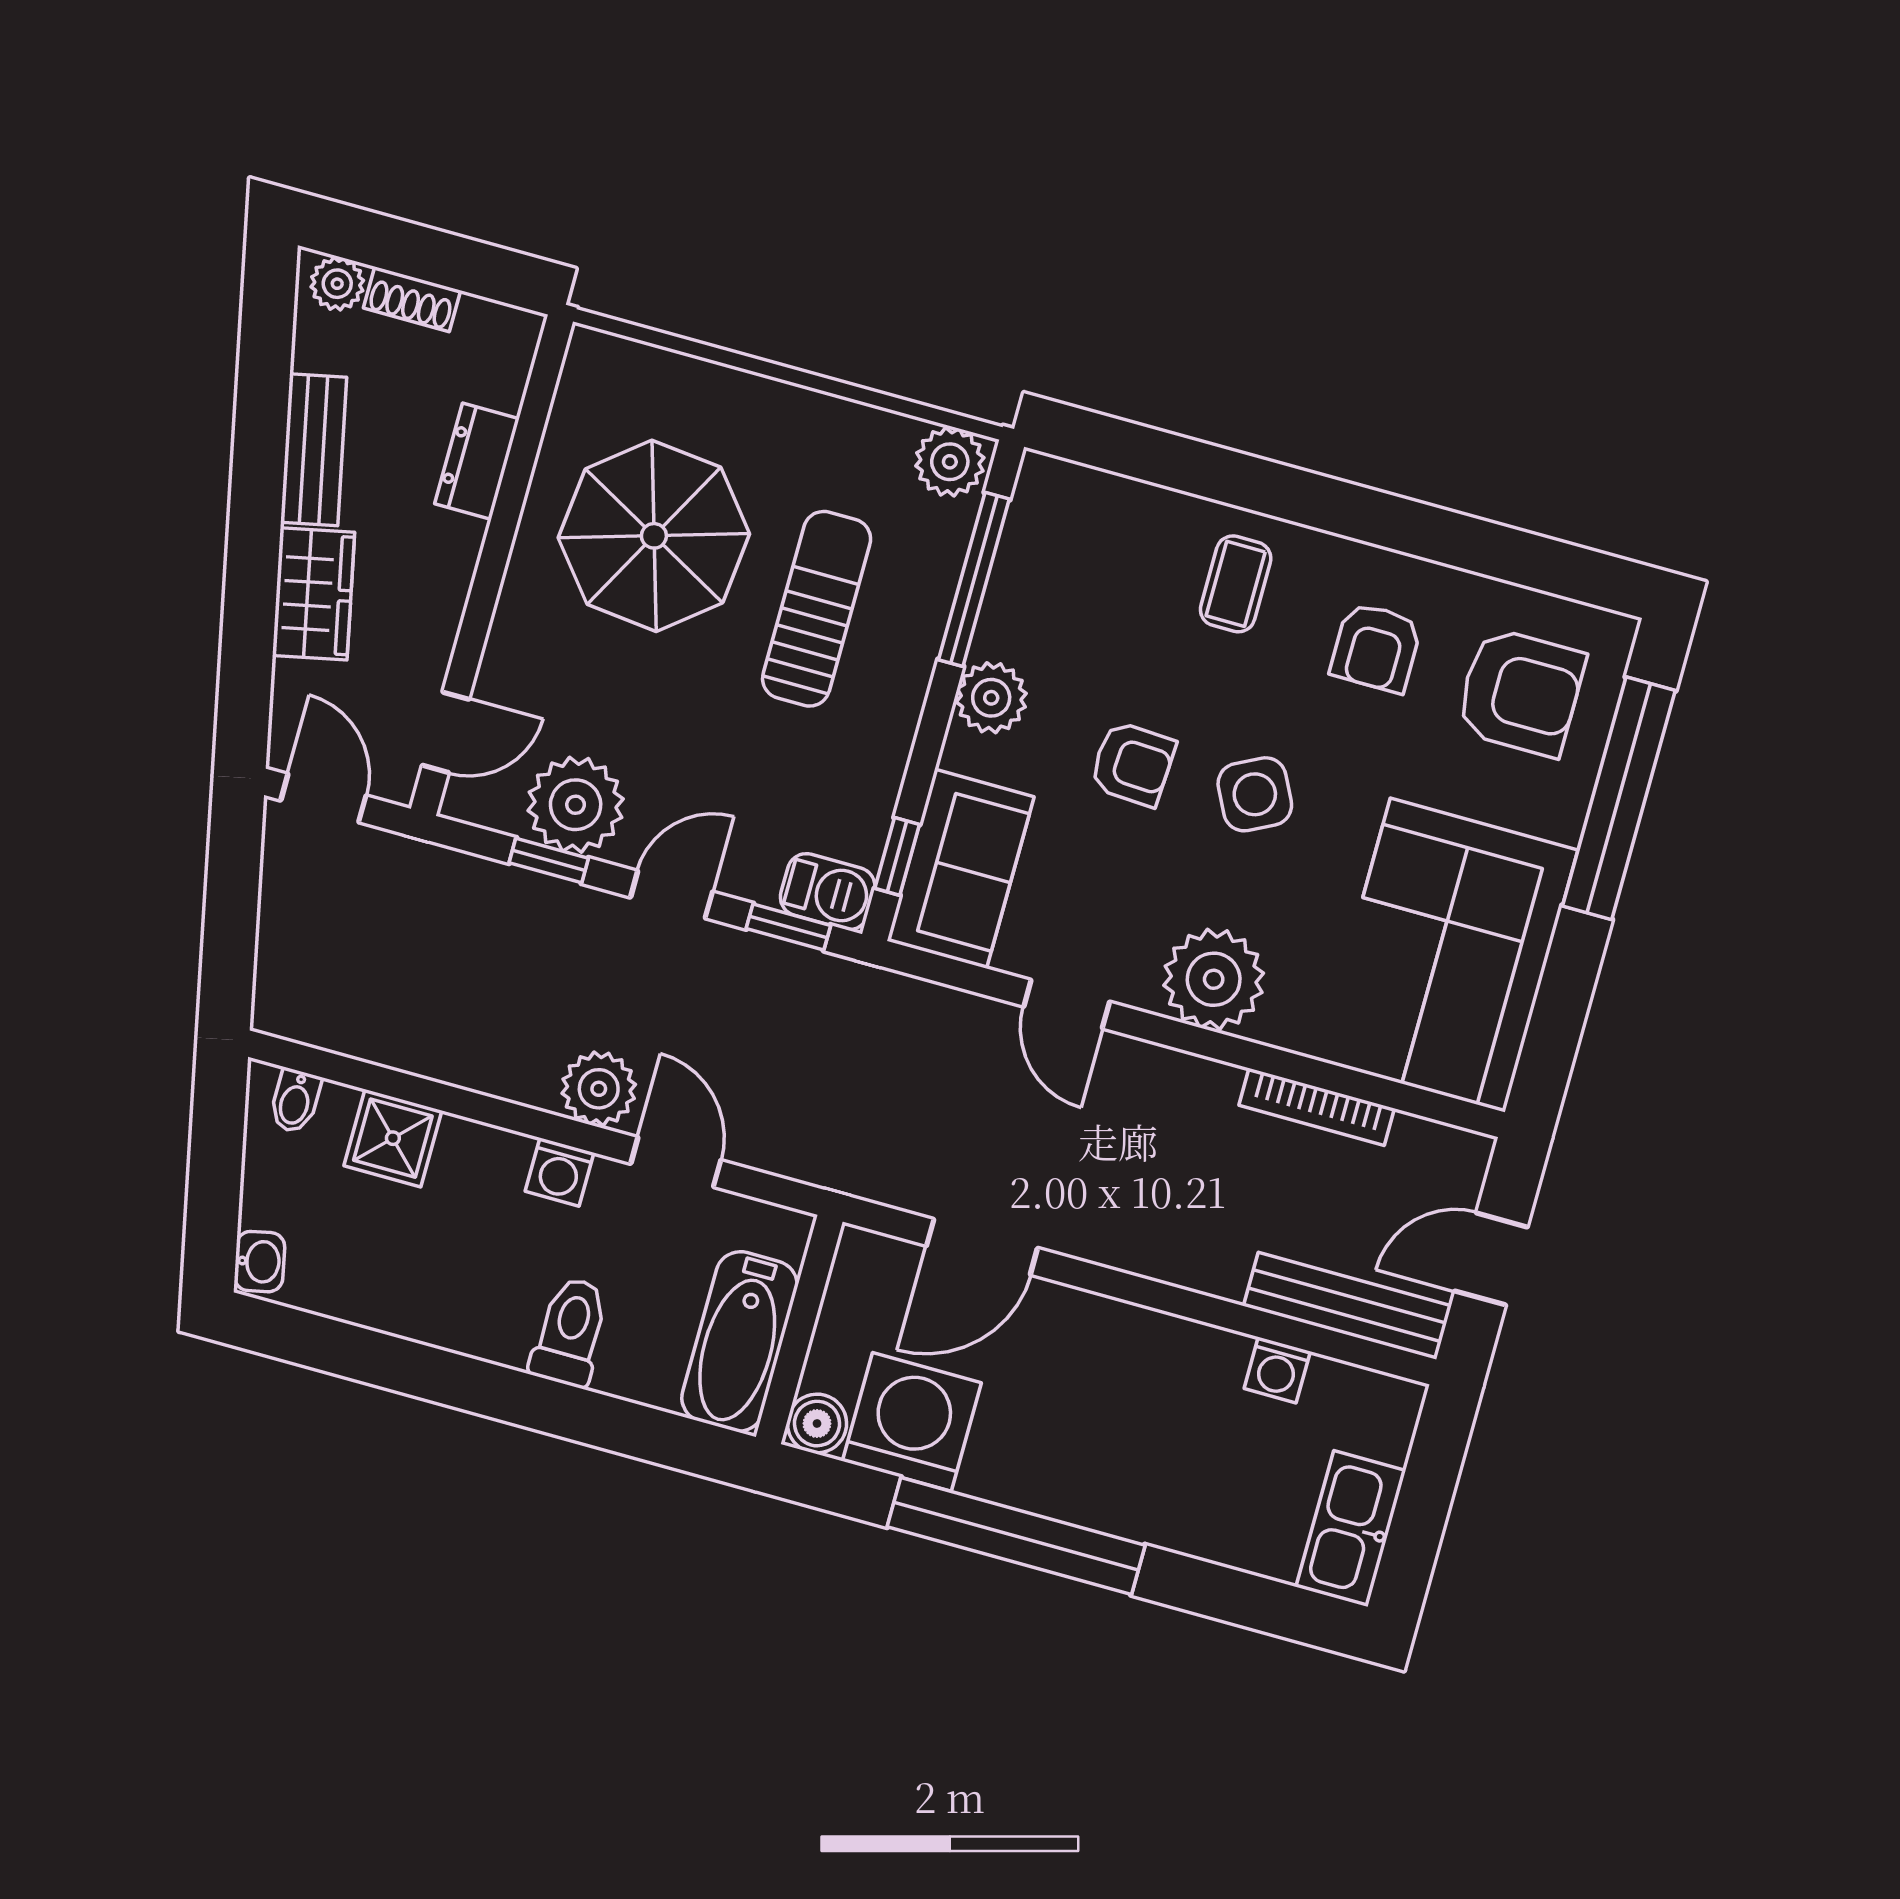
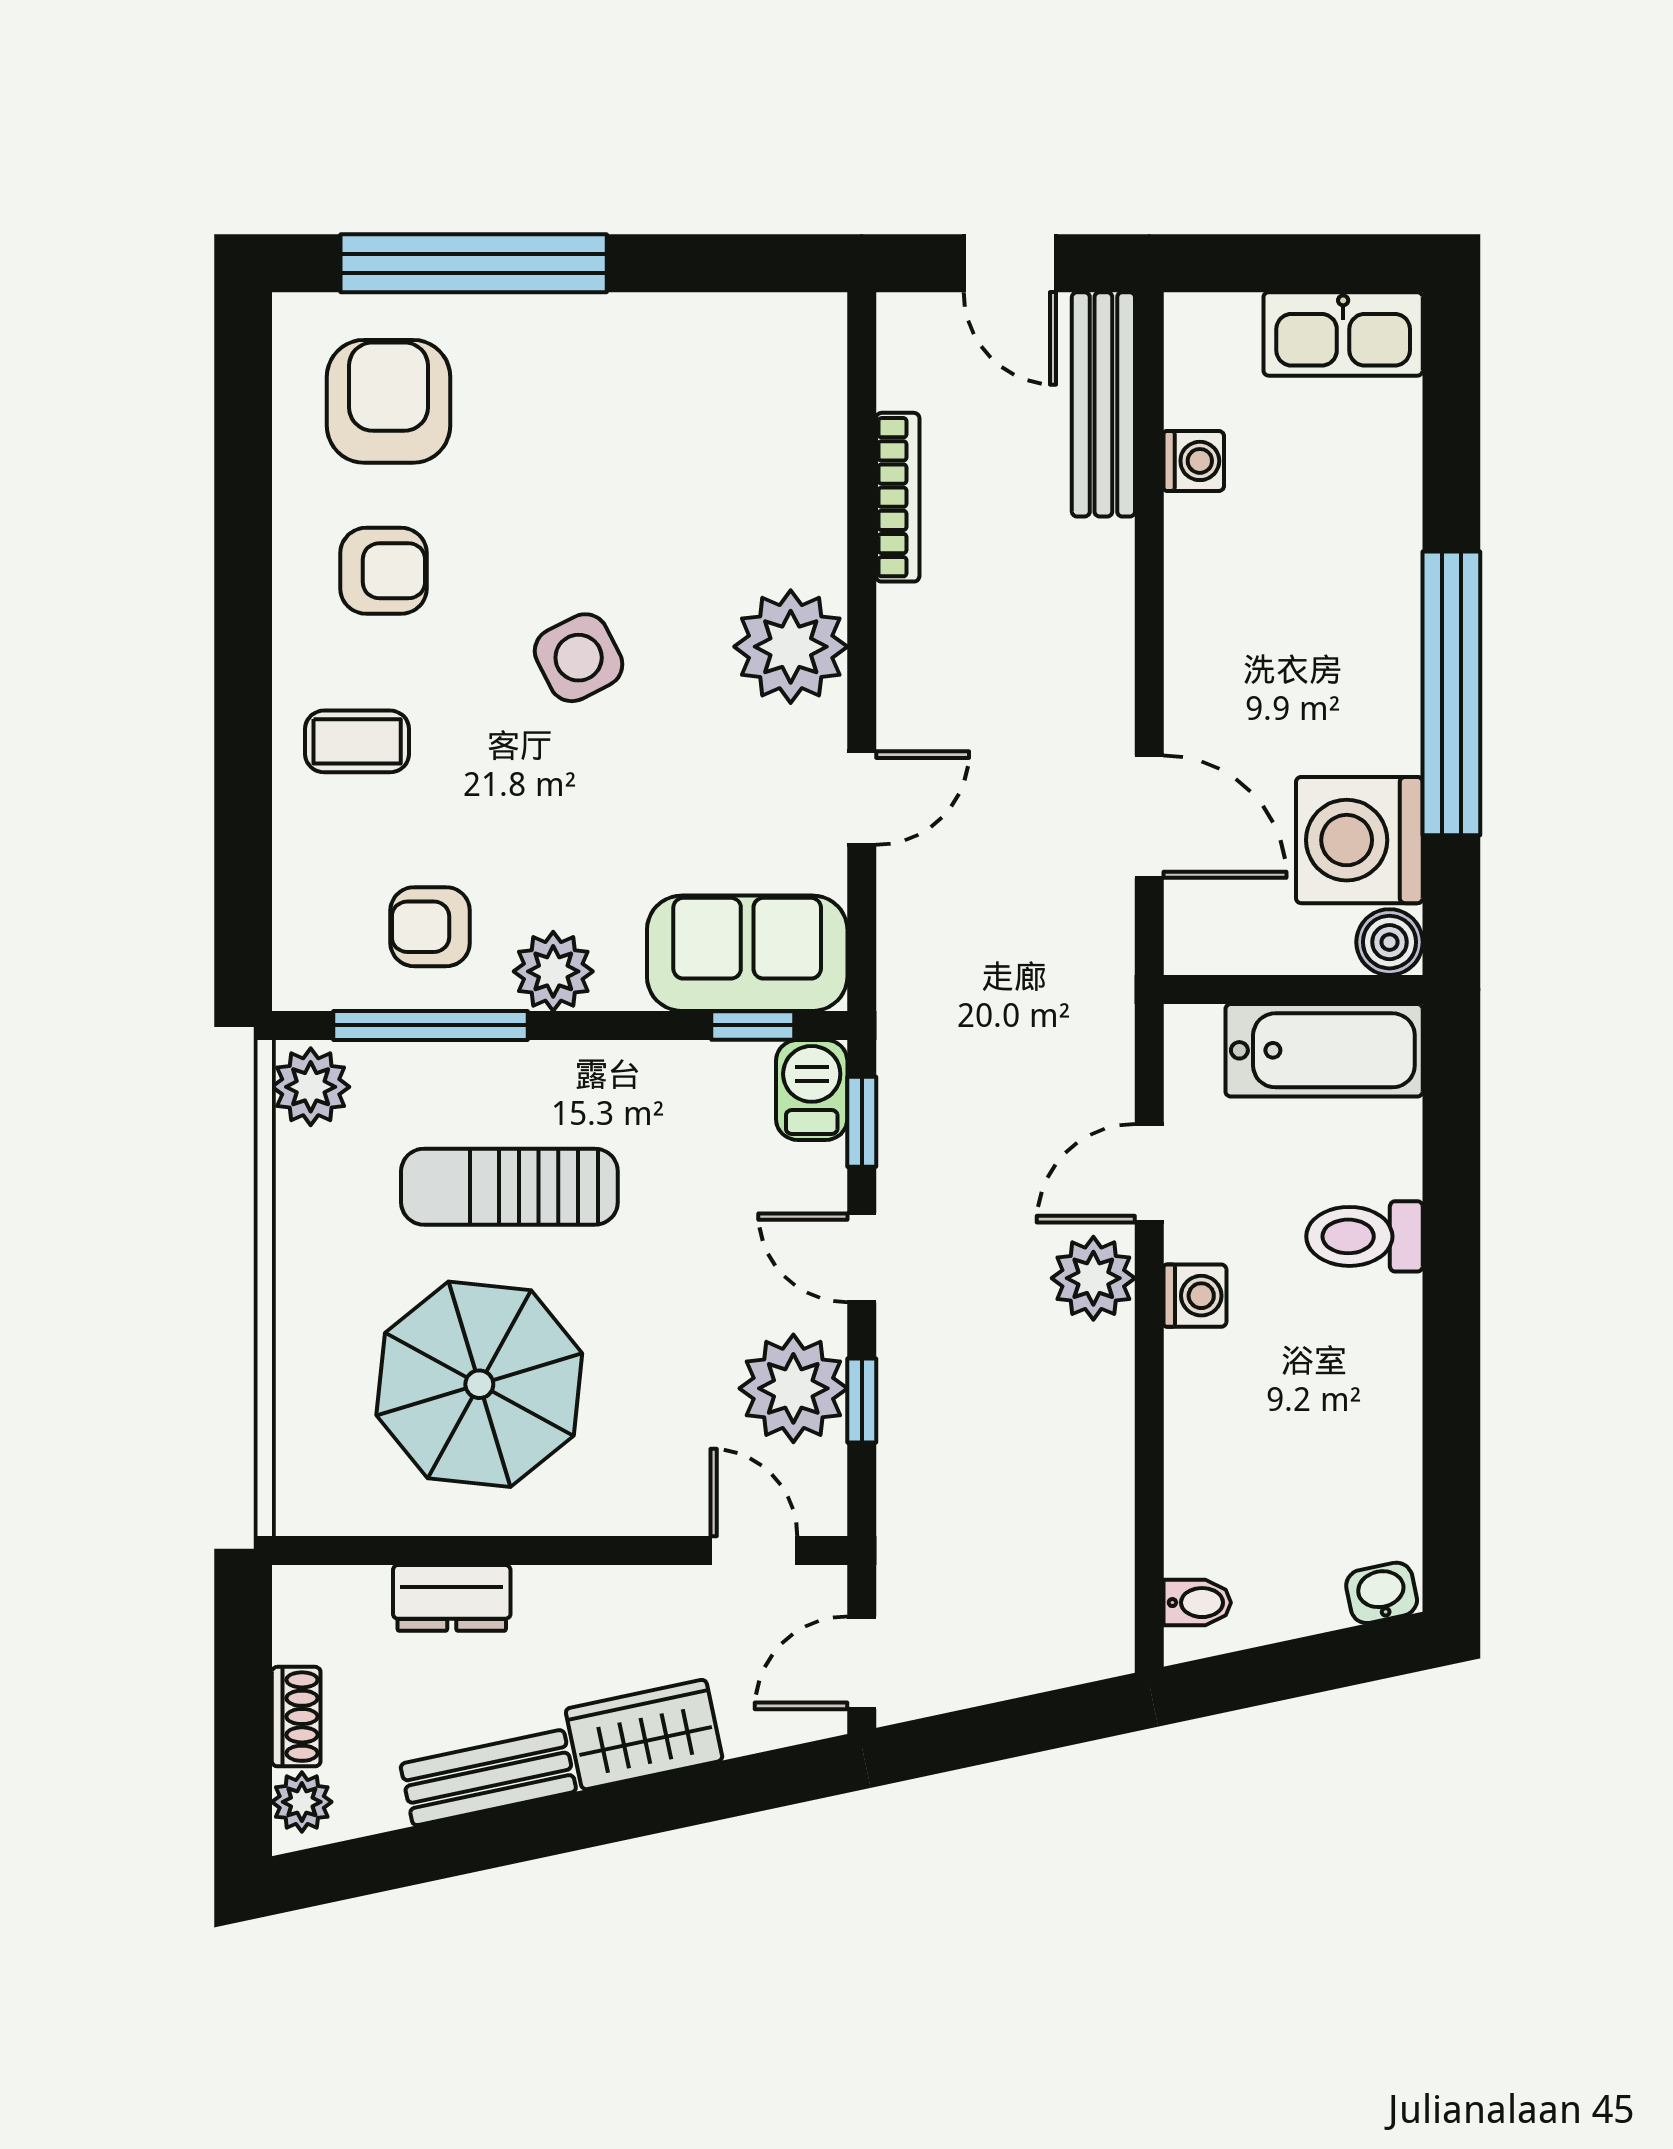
armchair: (1133, 764) -> (430, 927), moved, turned -93
corner sofa: (1448, 955) -> (695, 401), removed
shower: (393, 1138) -> (1208, 1486), removed

